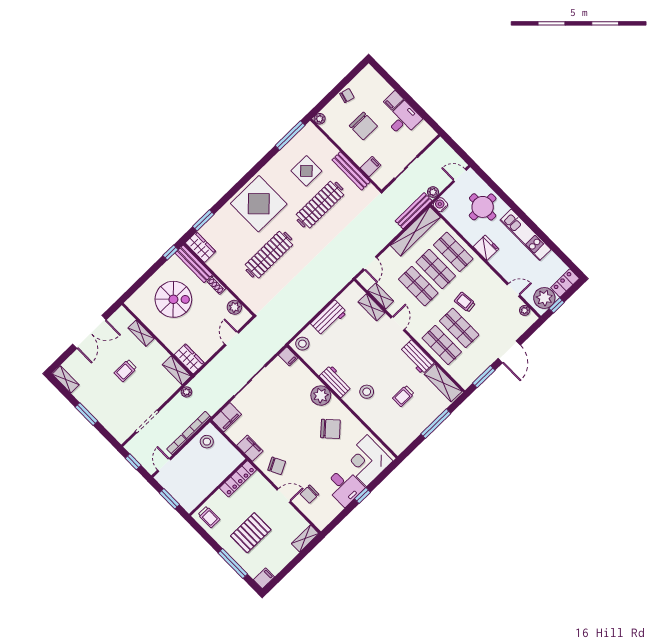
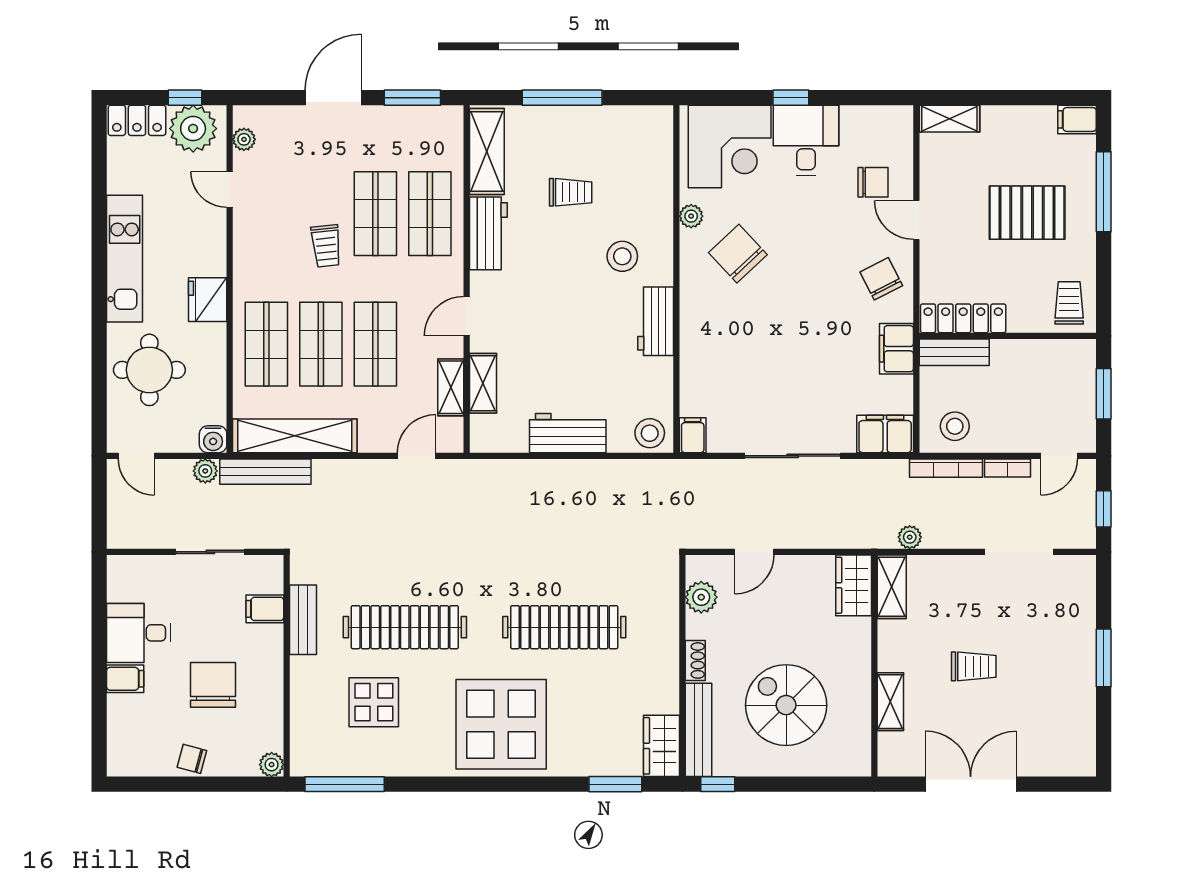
bench: (351, 171) -> (303, 620), width x0.73
shelving: (66, 379) -> (1083, 746), removed
plant: (321, 396) -> (691, 216), moved, width x0.53, depth x0.53
bench: (230, 465) -> (954, 352), added

